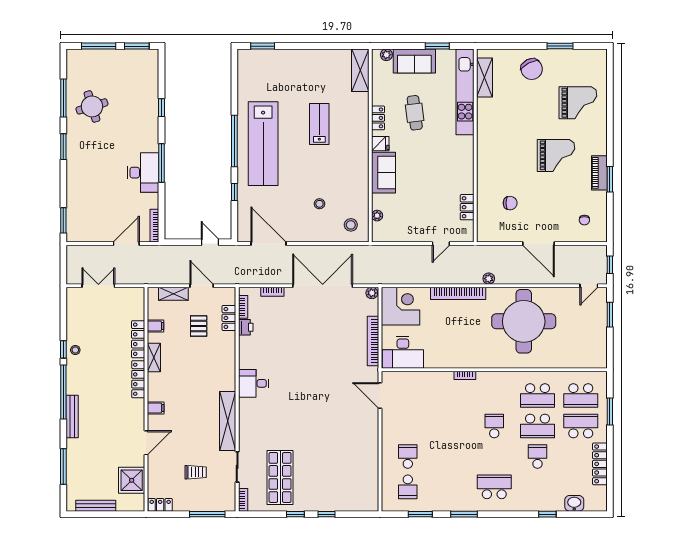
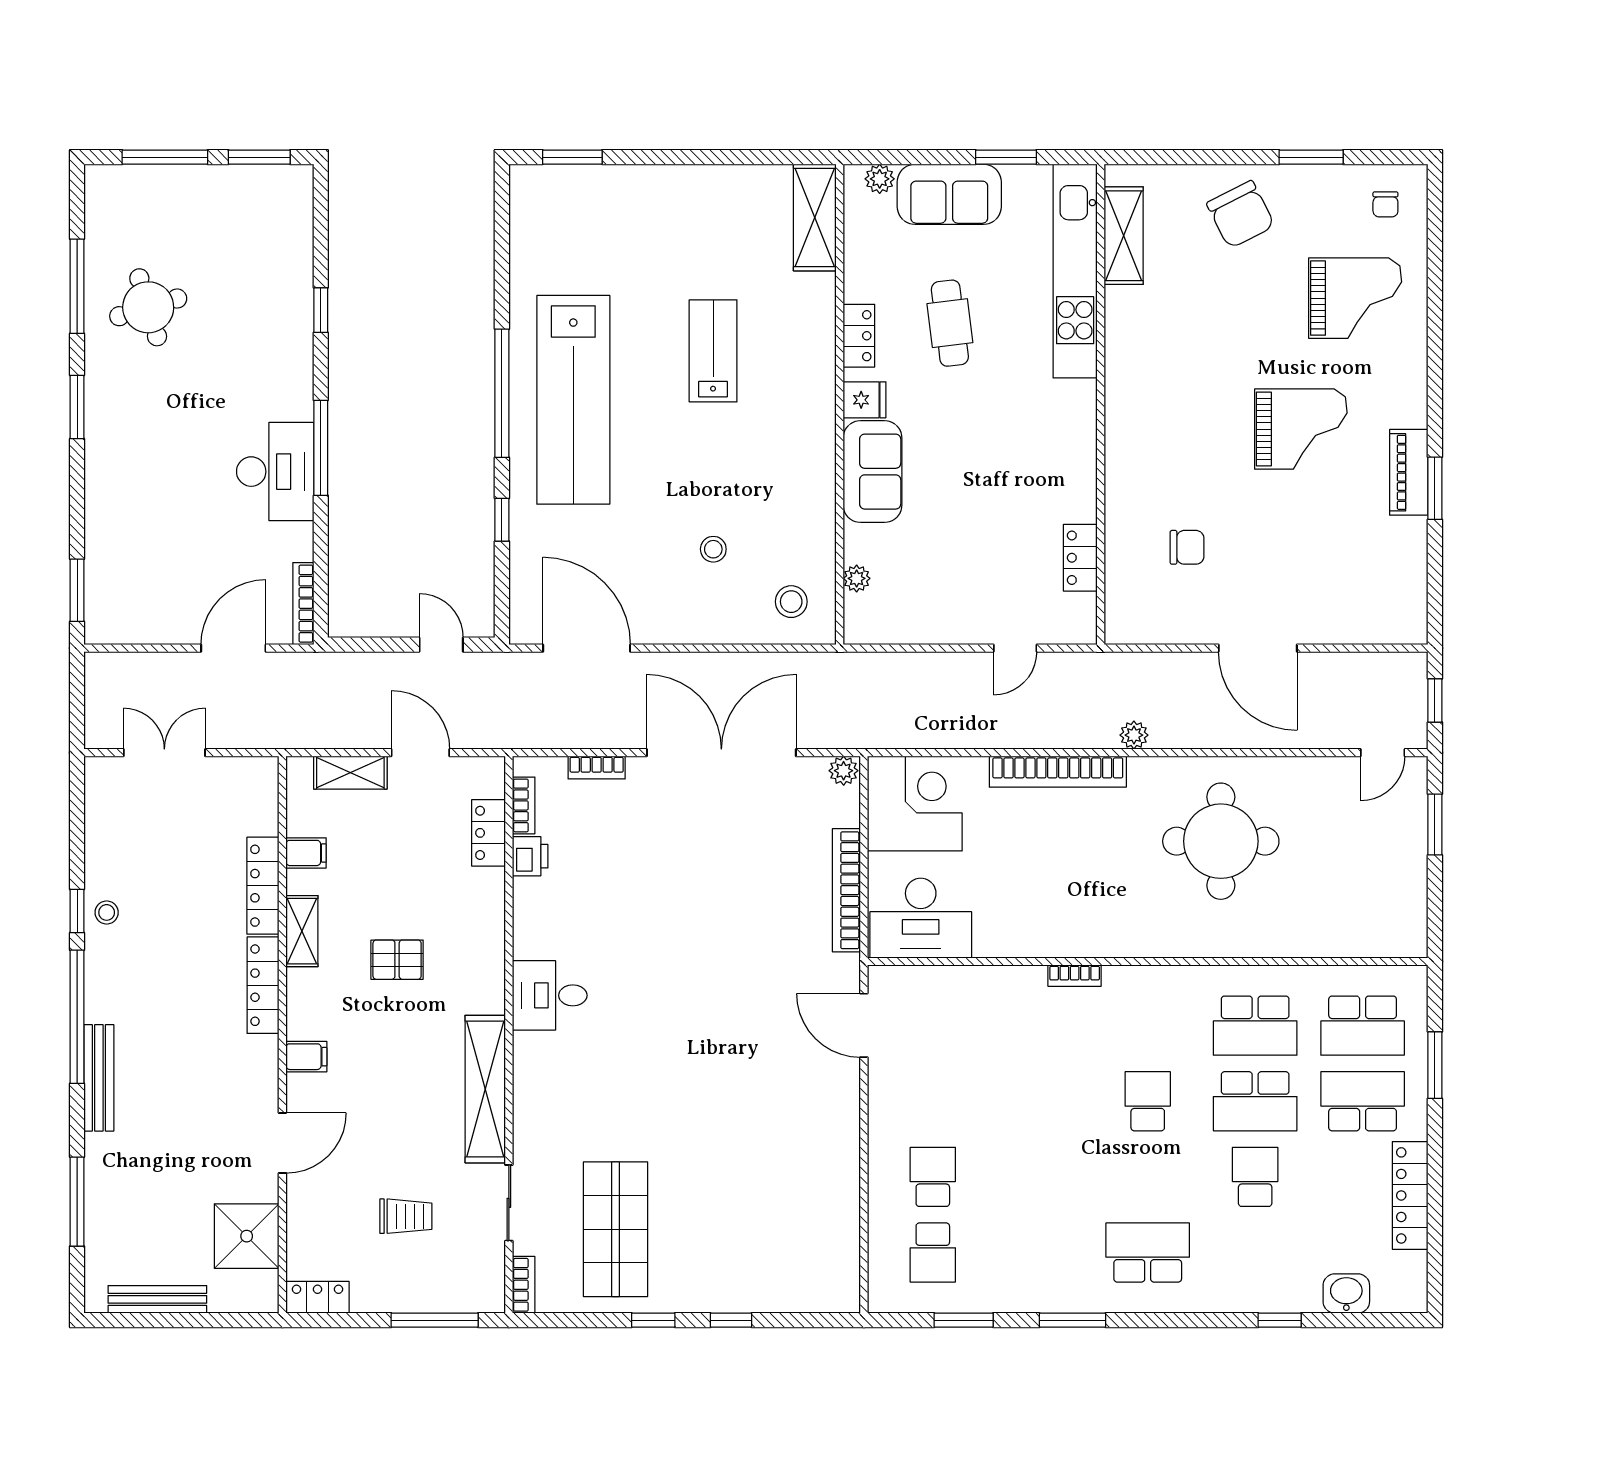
chair: (584, 220) -> (1385, 204), moved
round table: (524, 321) -> (1221, 841), width x0.73, depth x0.73
pallet: (199, 326) -> (397, 960), moved, turned 90

